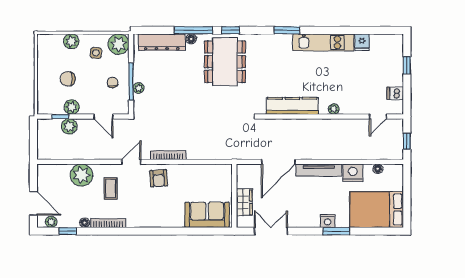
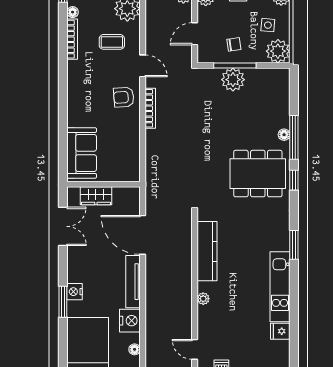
dresser: (162, 42) -> (280, 101), removed
plant: (139, 88) -> (233, 80), width x1.88, depth x1.88

